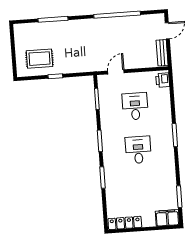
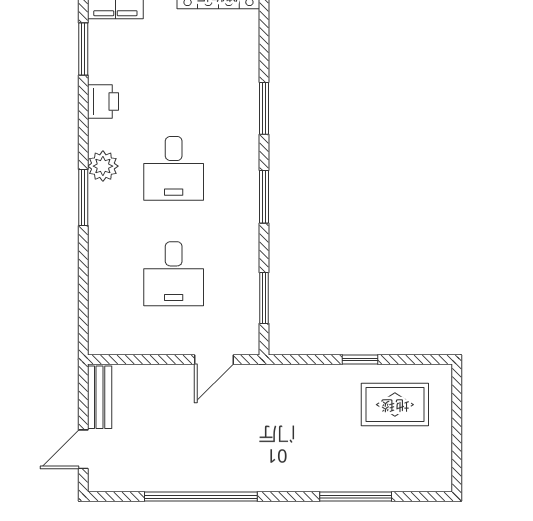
printer: (163, 80) -> (103, 101), moved
plant: (168, 149) -> (103, 166), added

